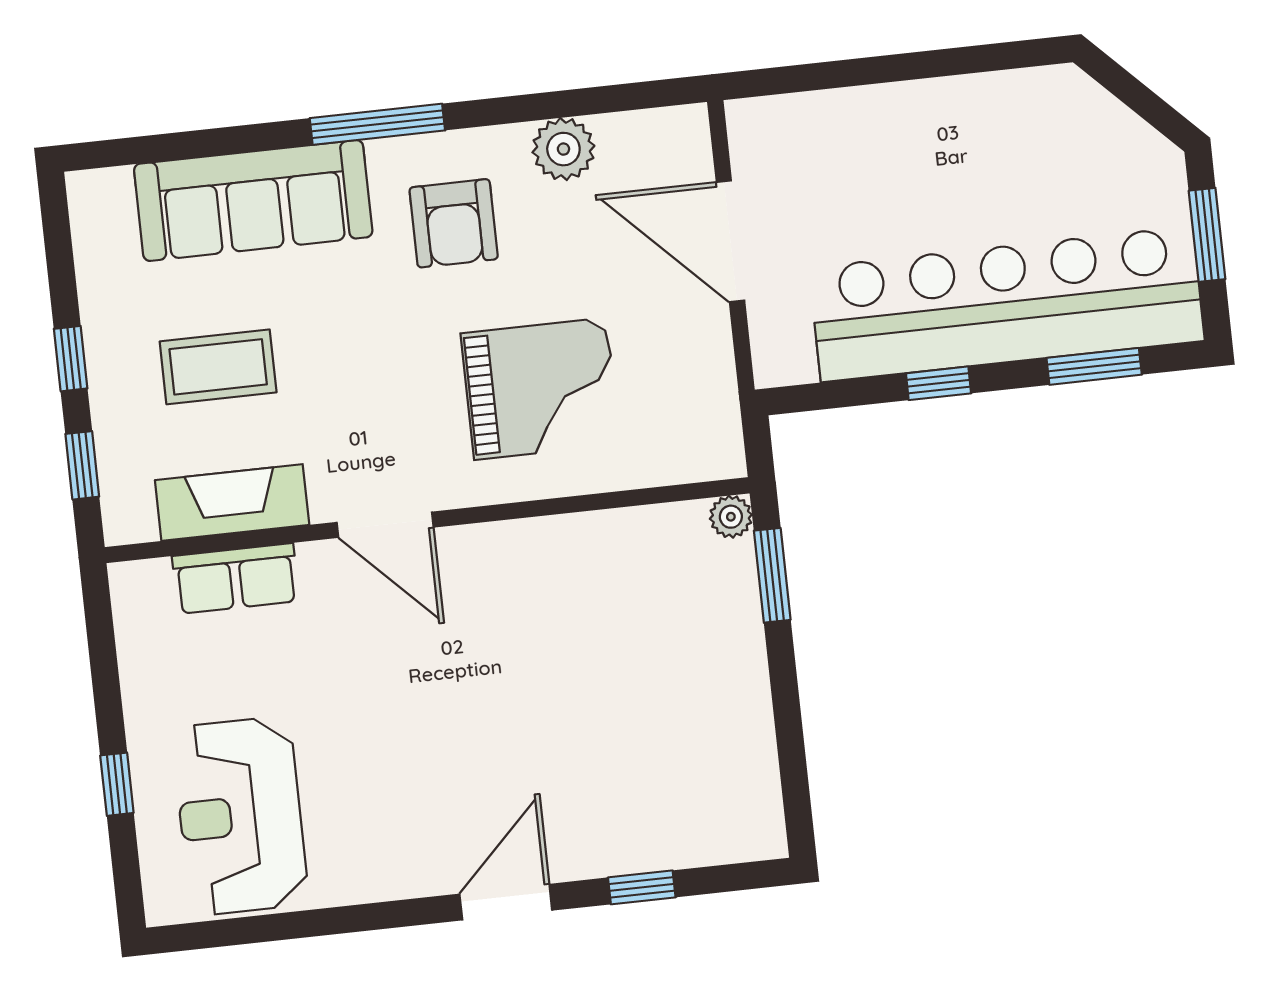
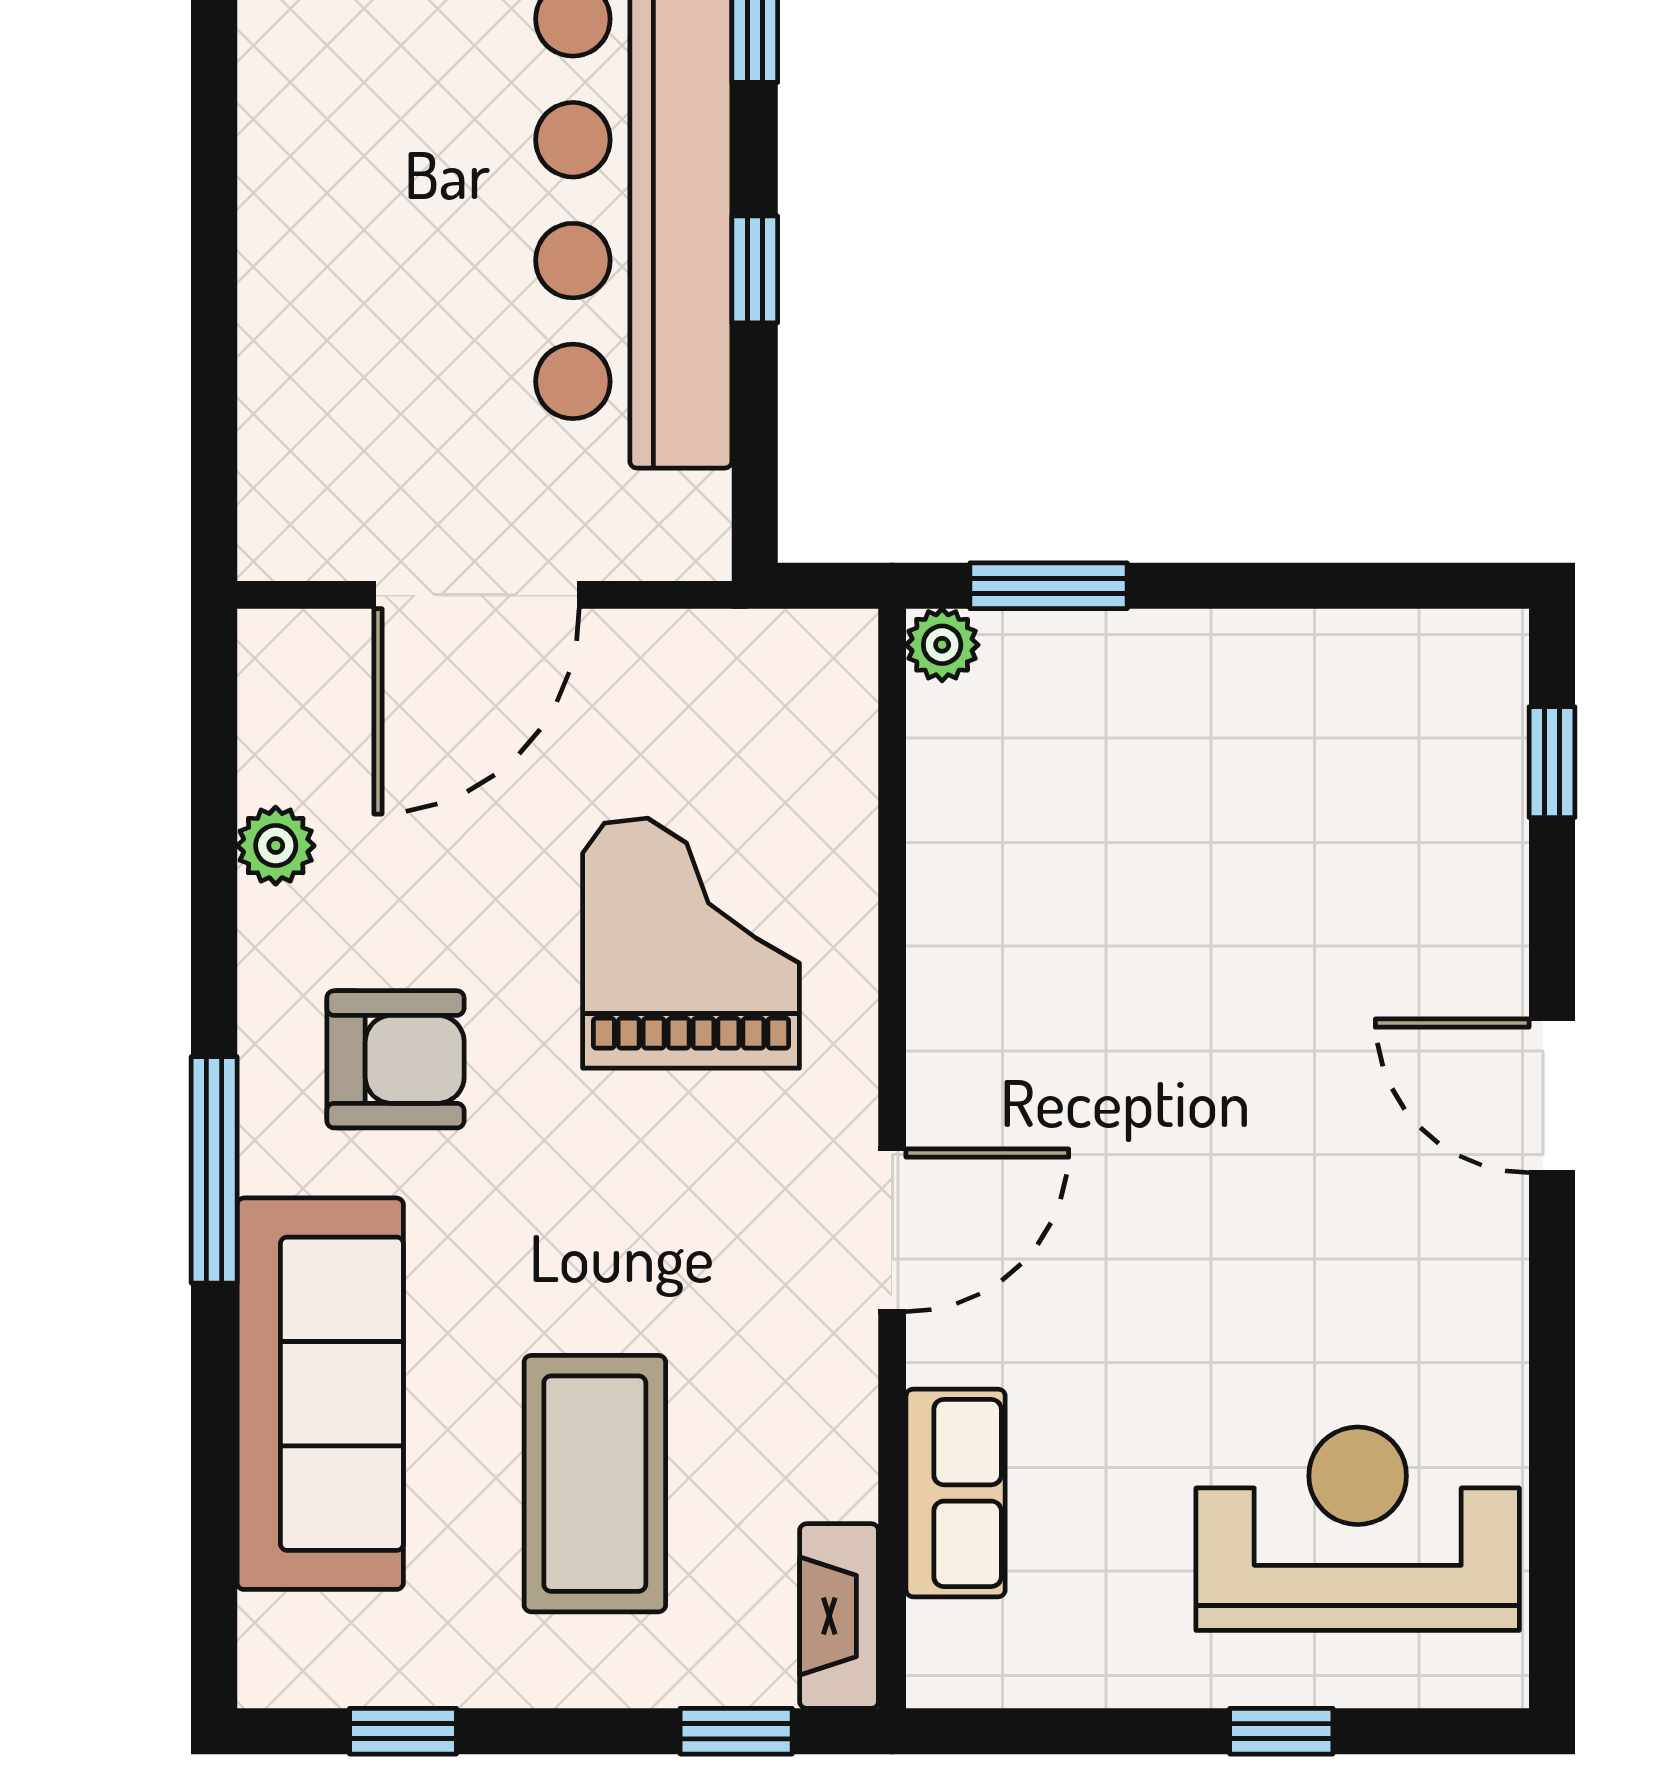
plant: (563, 149) -> (276, 846), width x0.73, depth x0.73
window: (71, 359) -> (403, 1731), moved
coffee table: (218, 367) -> (595, 1484), width x1.36, depth x1.32
fireplace: (232, 502) -> (839, 1616), moved, width x0.73, depth x0.76
reception desk: (240, 816) -> (1358, 1529), turned 180
window: (642, 887) -> (1552, 762), moved

